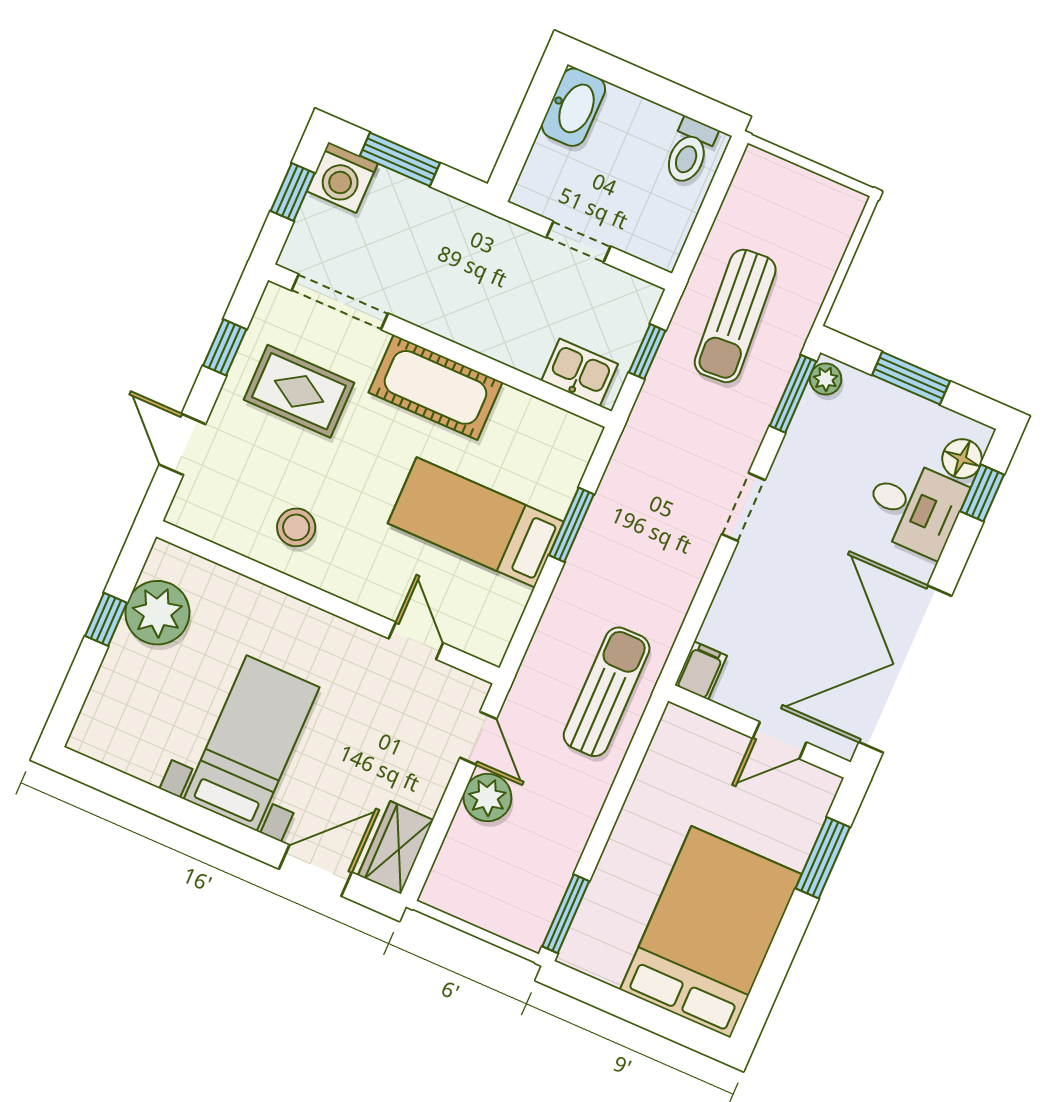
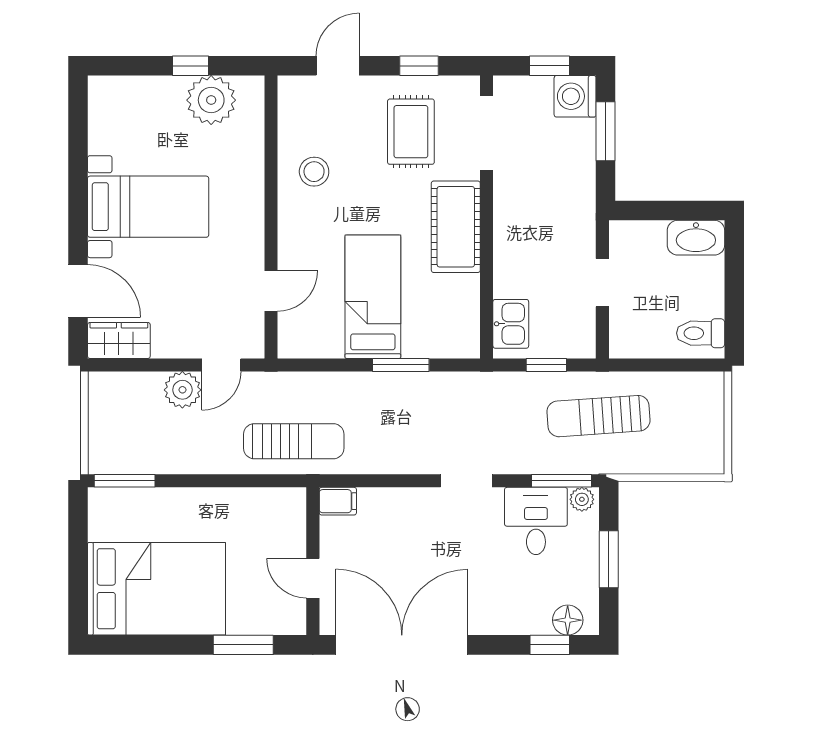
desk: (914, 507) -> (536, 521), moved, turned 180

